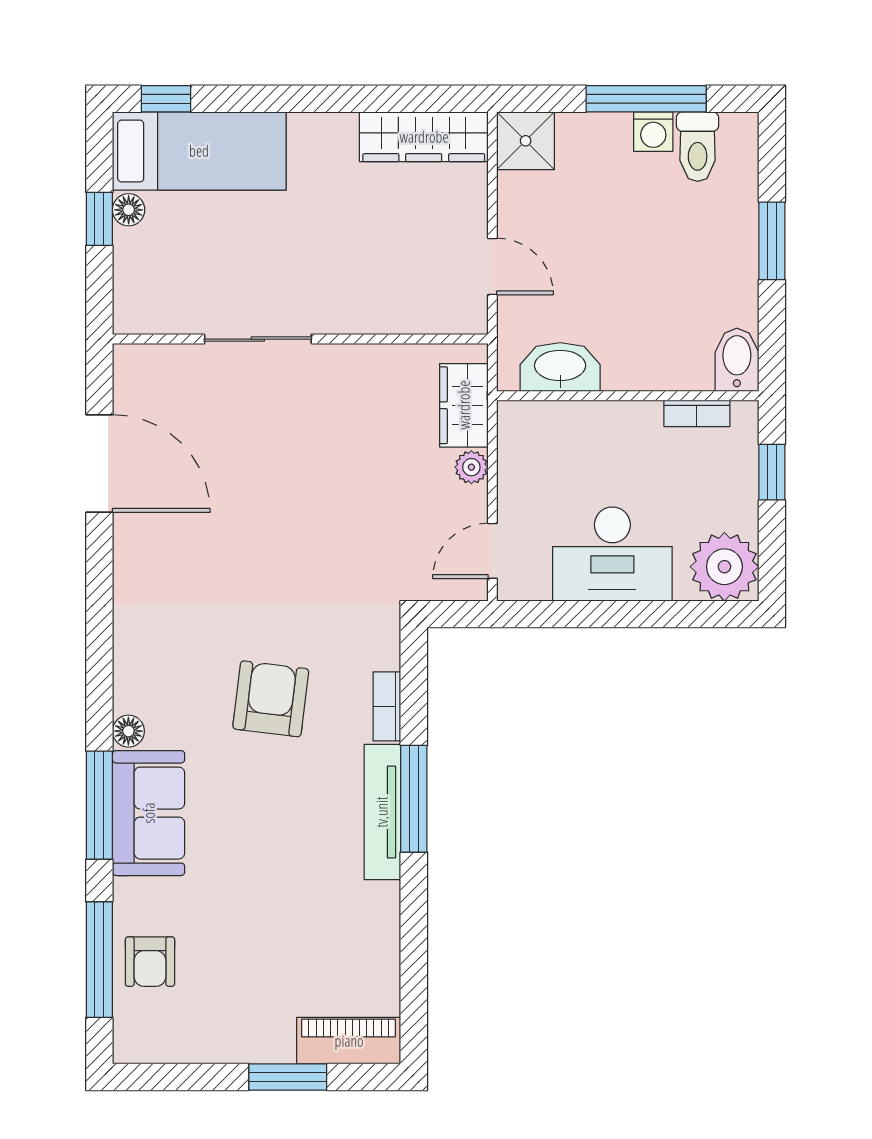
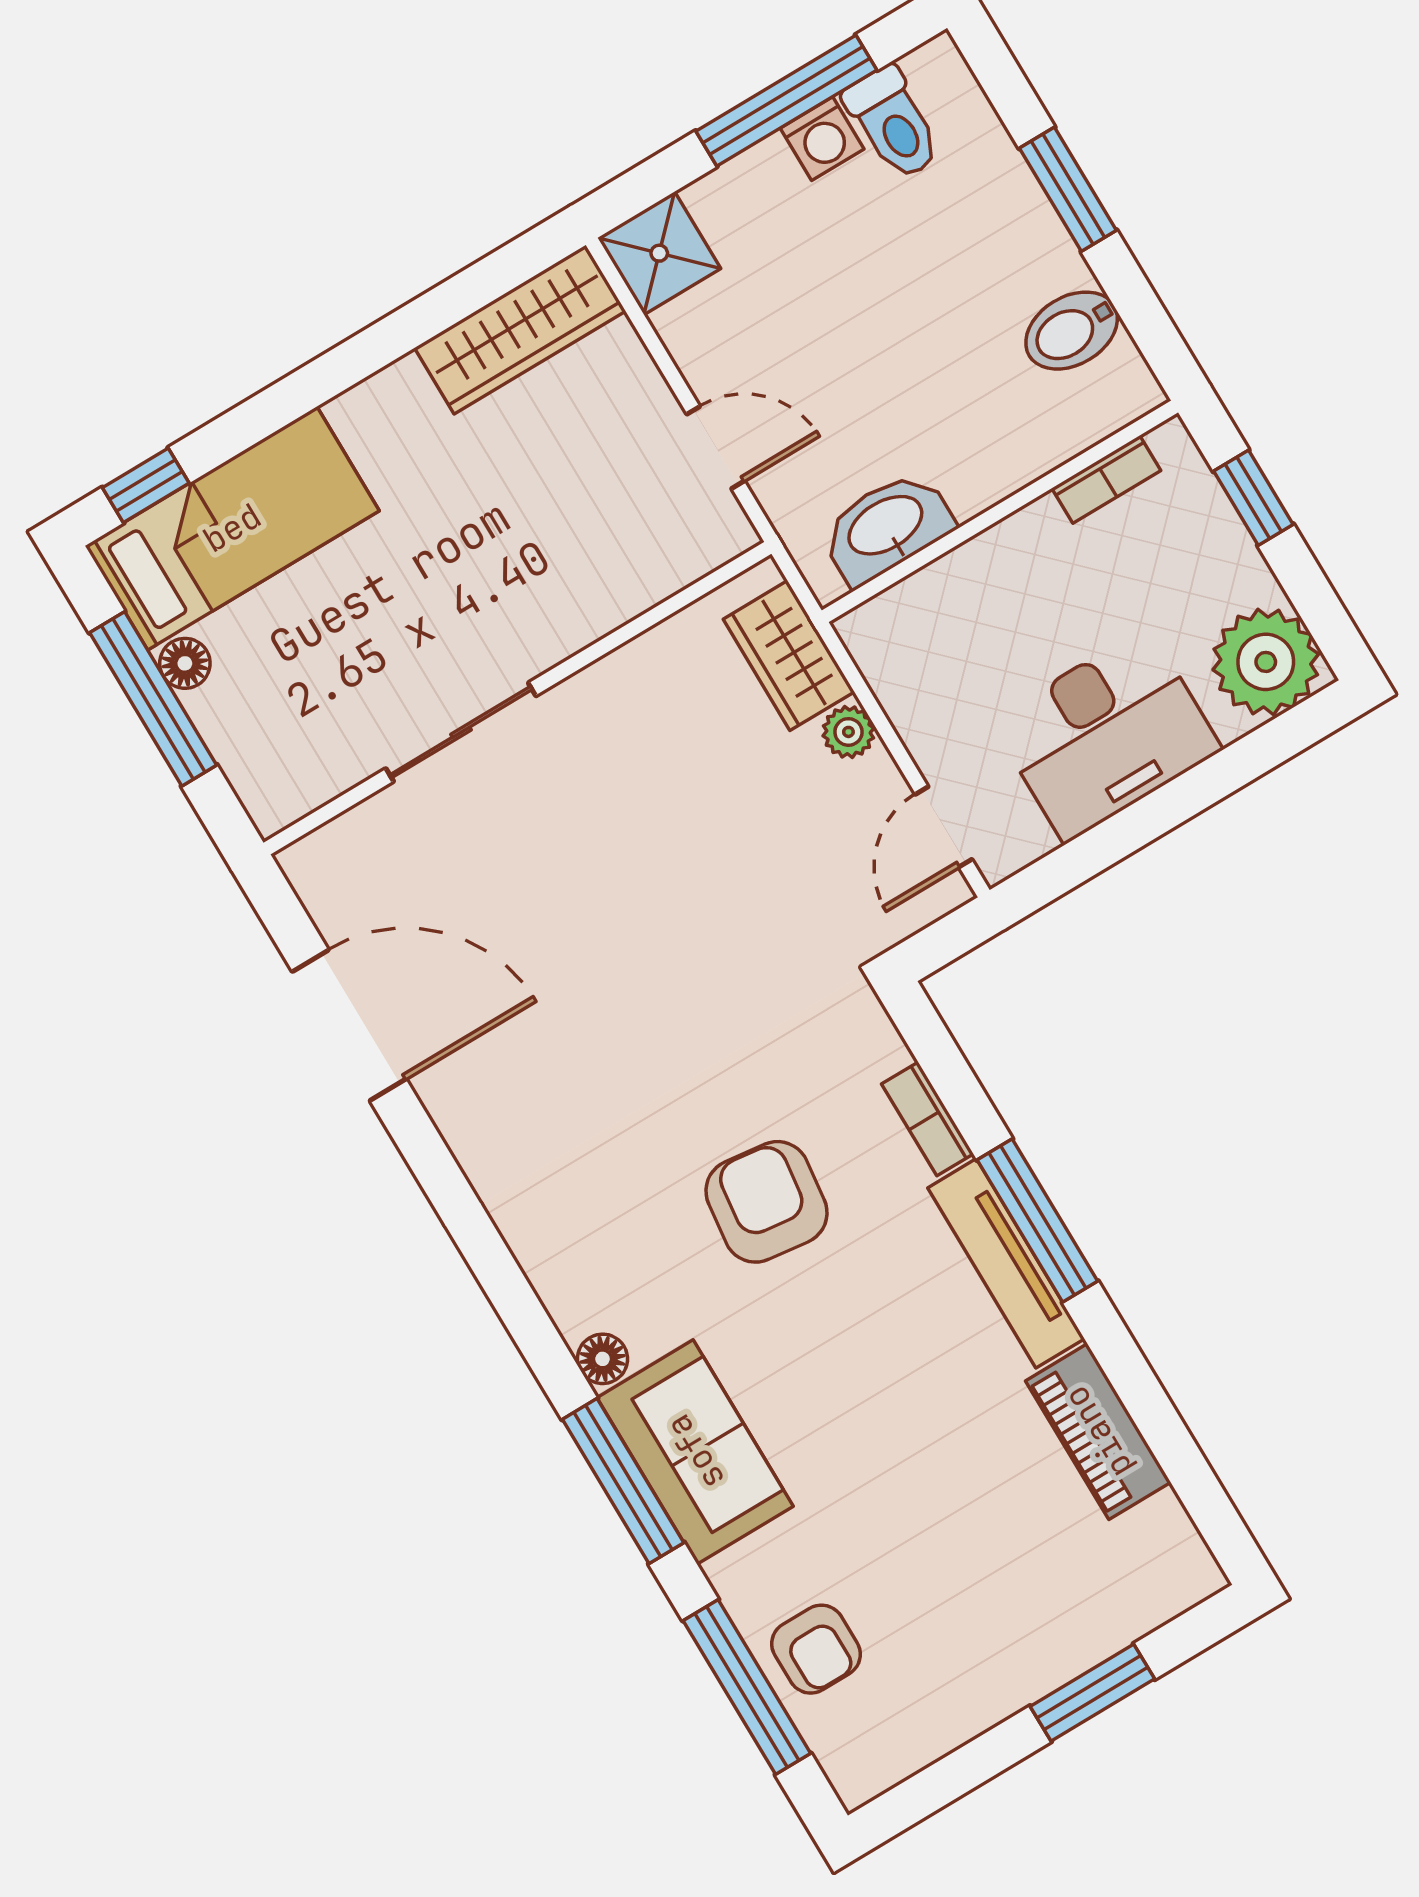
window: (99, 219) -> (153, 699), width x2.17
bidet: (737, 360) -> (1072, 331), moved, turned -90
piano: (349, 1041) -> (1098, 1432), moved, turned -90

